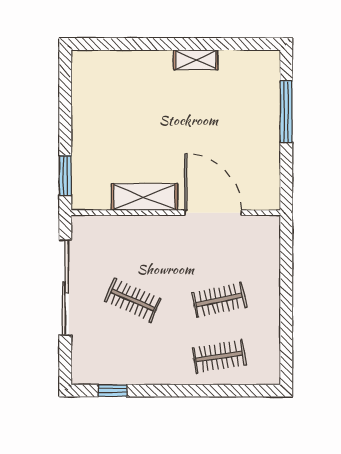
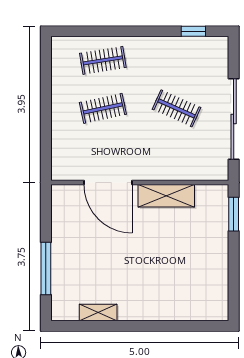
shelving: (196, 60) -> (98, 312), moved

